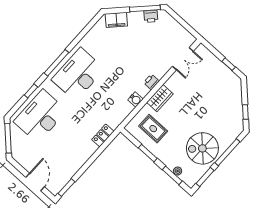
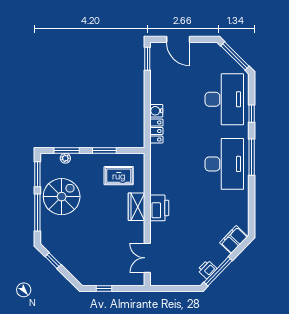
printer: (151, 82) -> (159, 208), width x1.87, depth x1.48
water cooler: (135, 99) -> (156, 111), moved

